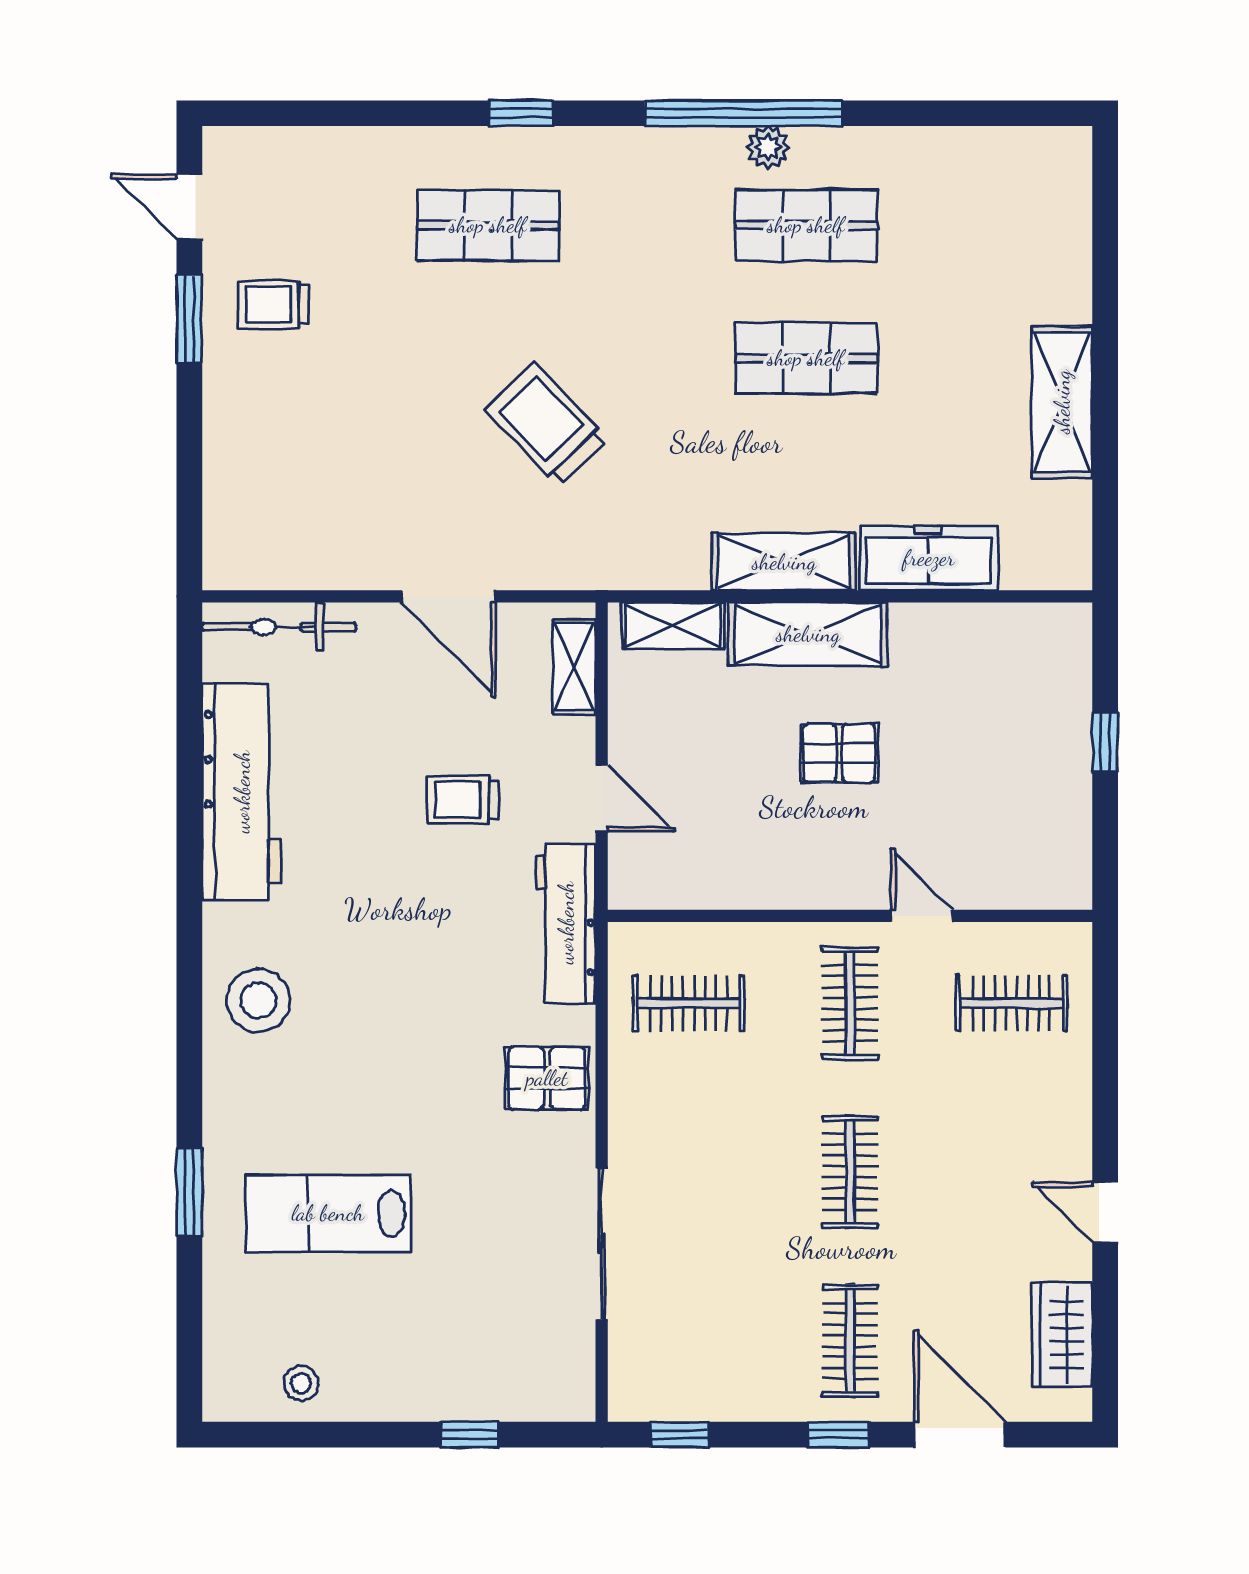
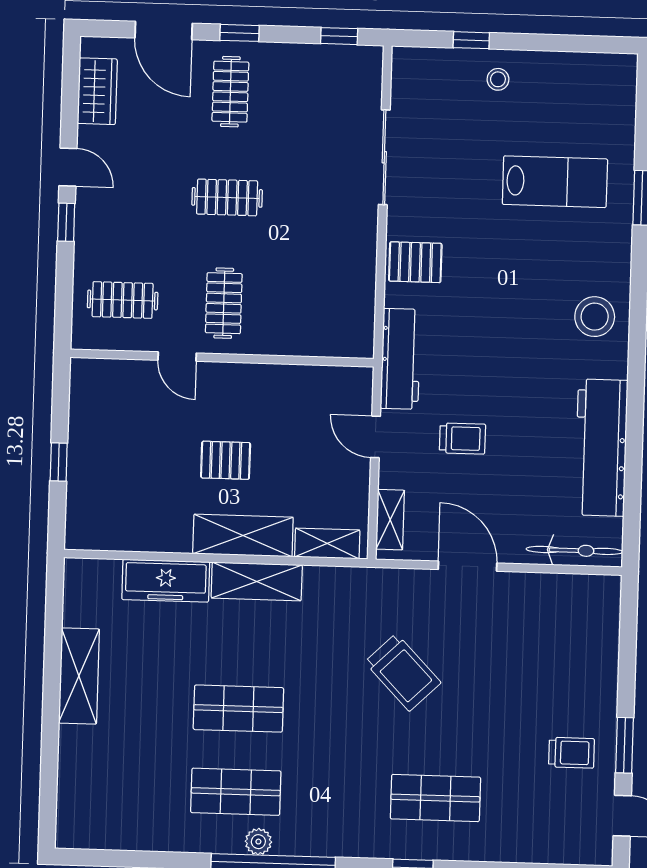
clothes rail: (689, 1003) -> (325, 306), removed
window: (1105, 1124) -> (66, 222), added
clothes rail: (850, 1172) -> (227, 197), turned 90
stool: (301, 1383) -> (498, 79), moved

